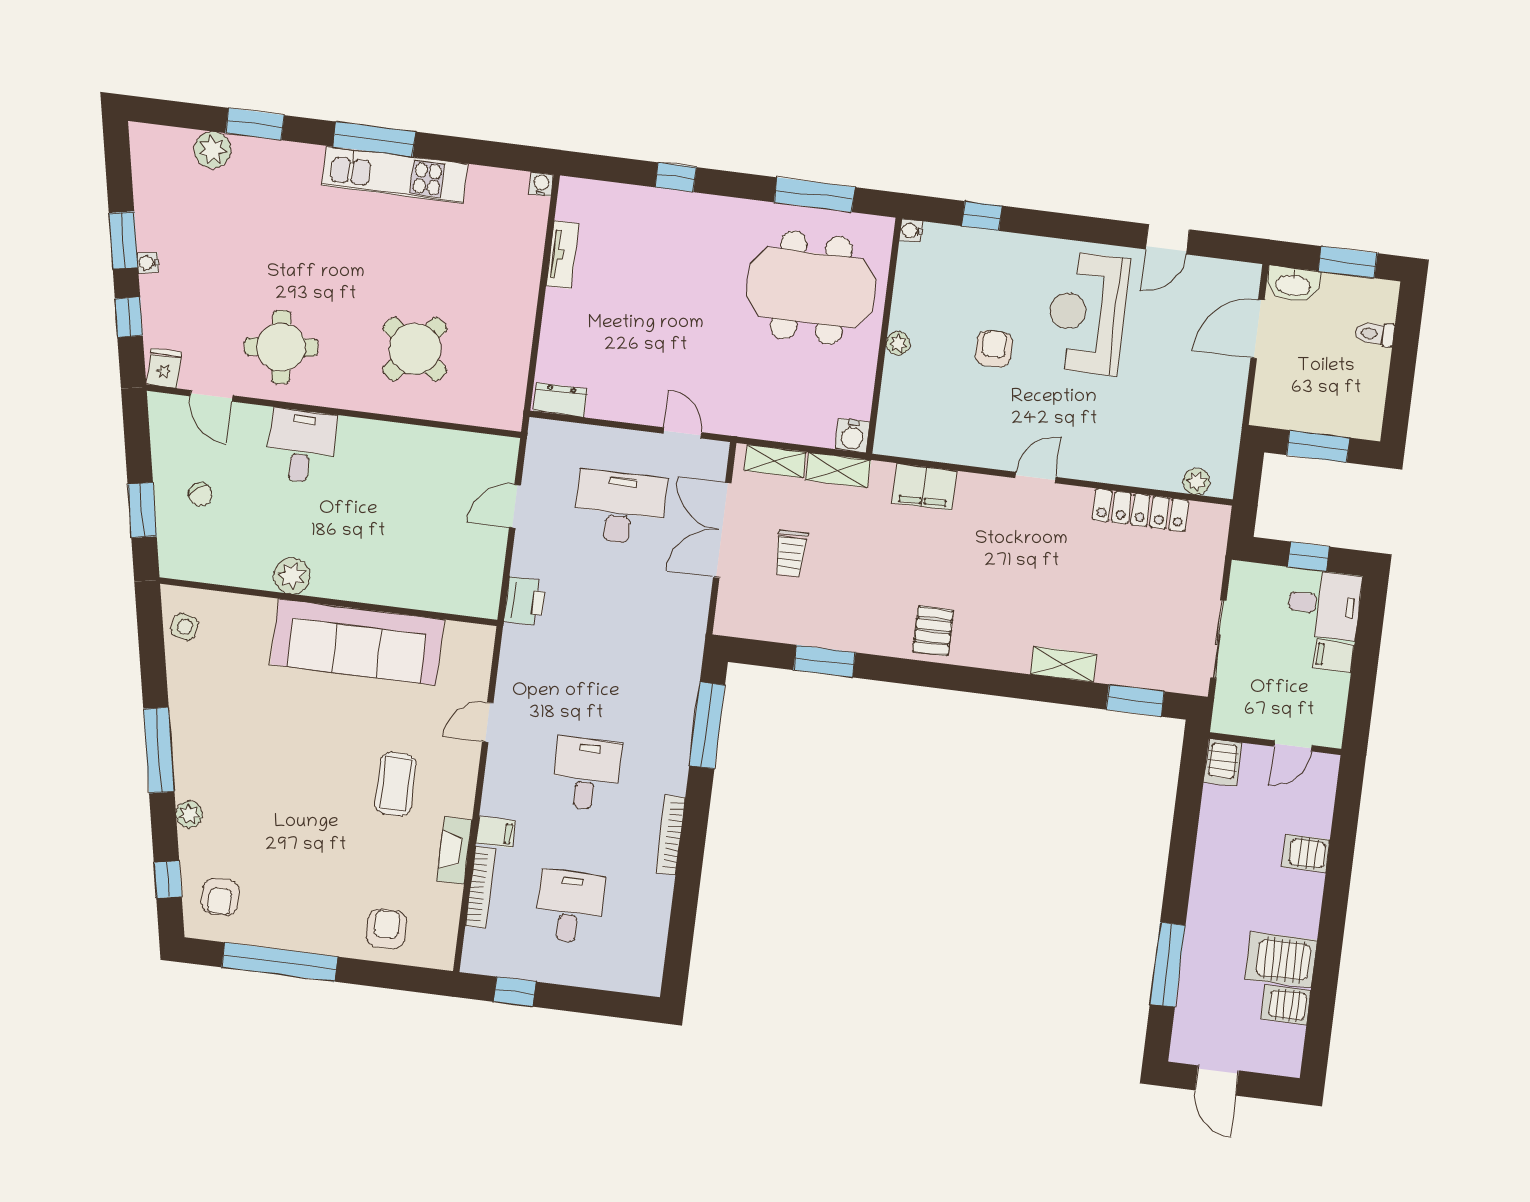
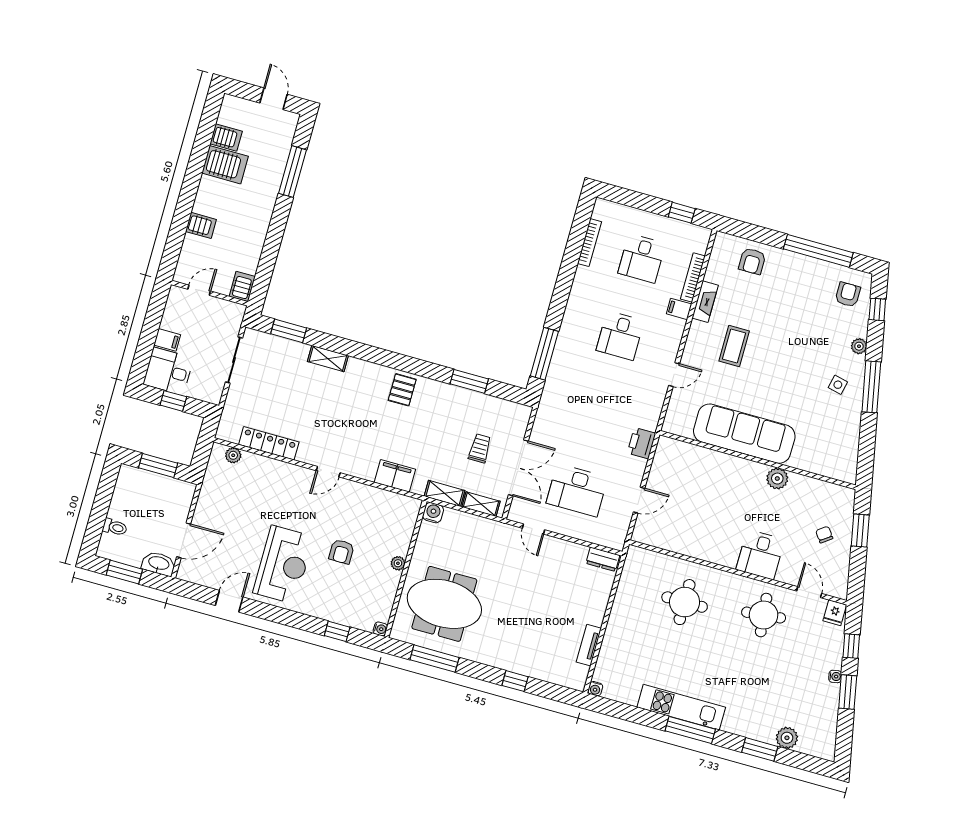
round table: (415, 349) -> (685, 602), turned -38
side table: (185, 627) -> (838, 385), moved
bookcase: (670, 835) -> (589, 243), moved

